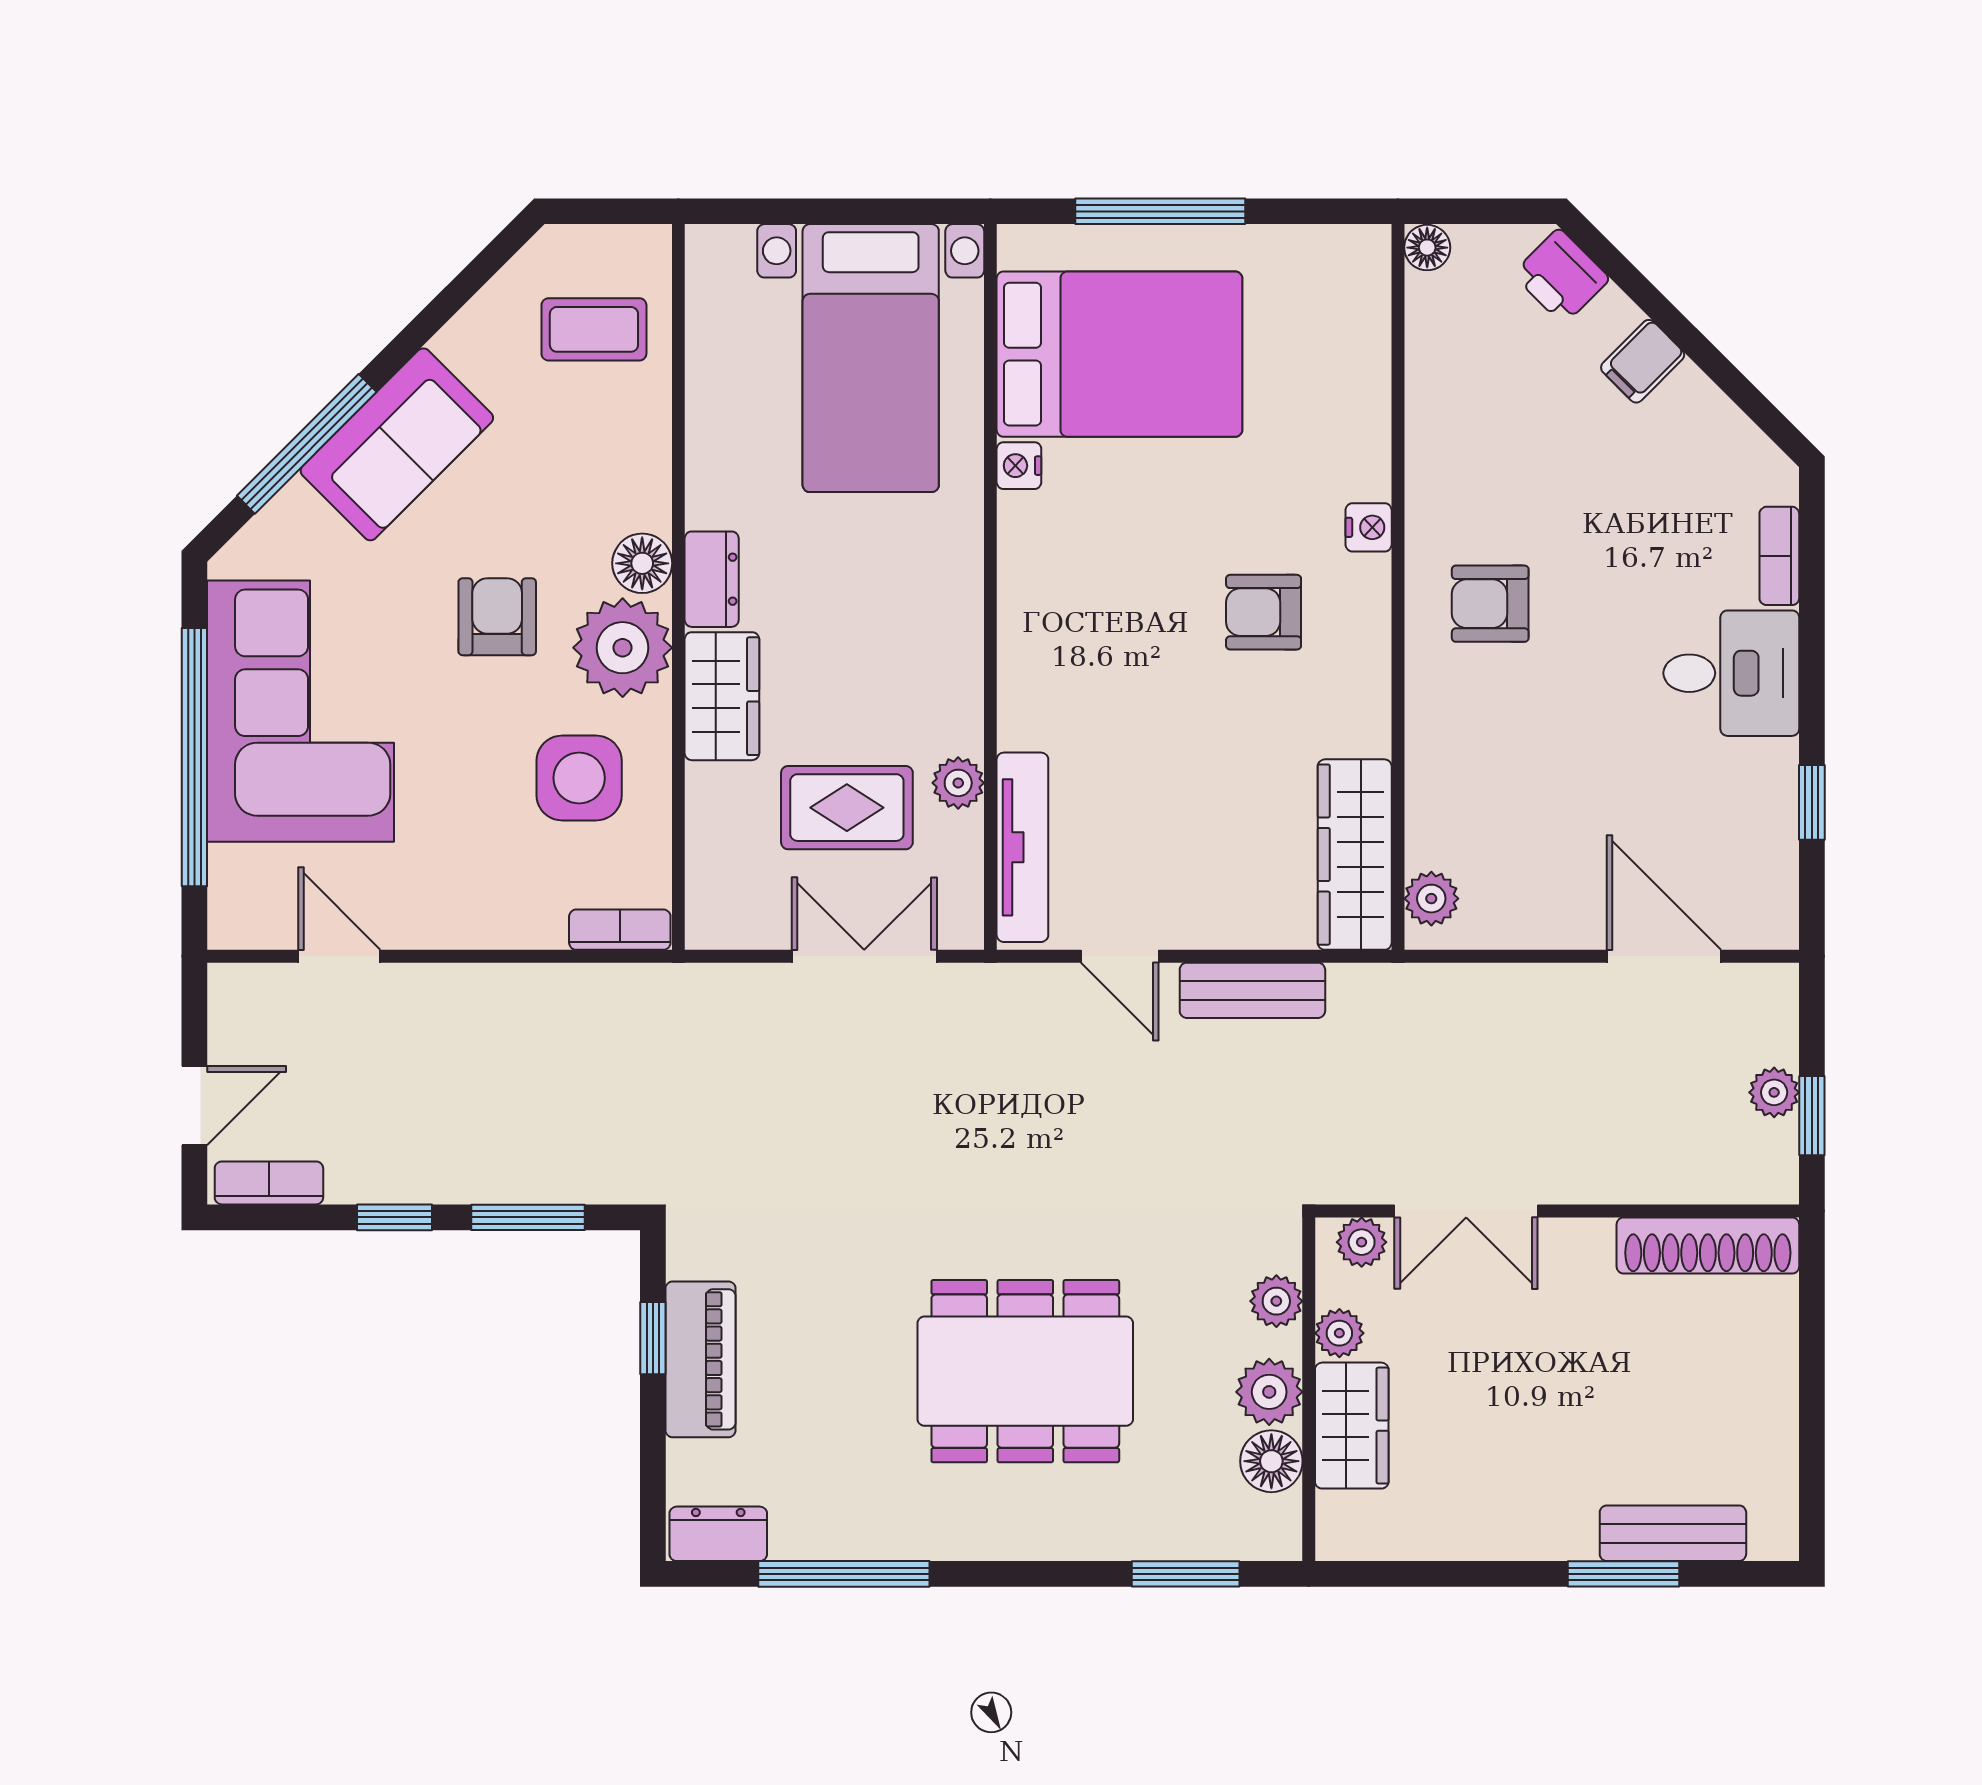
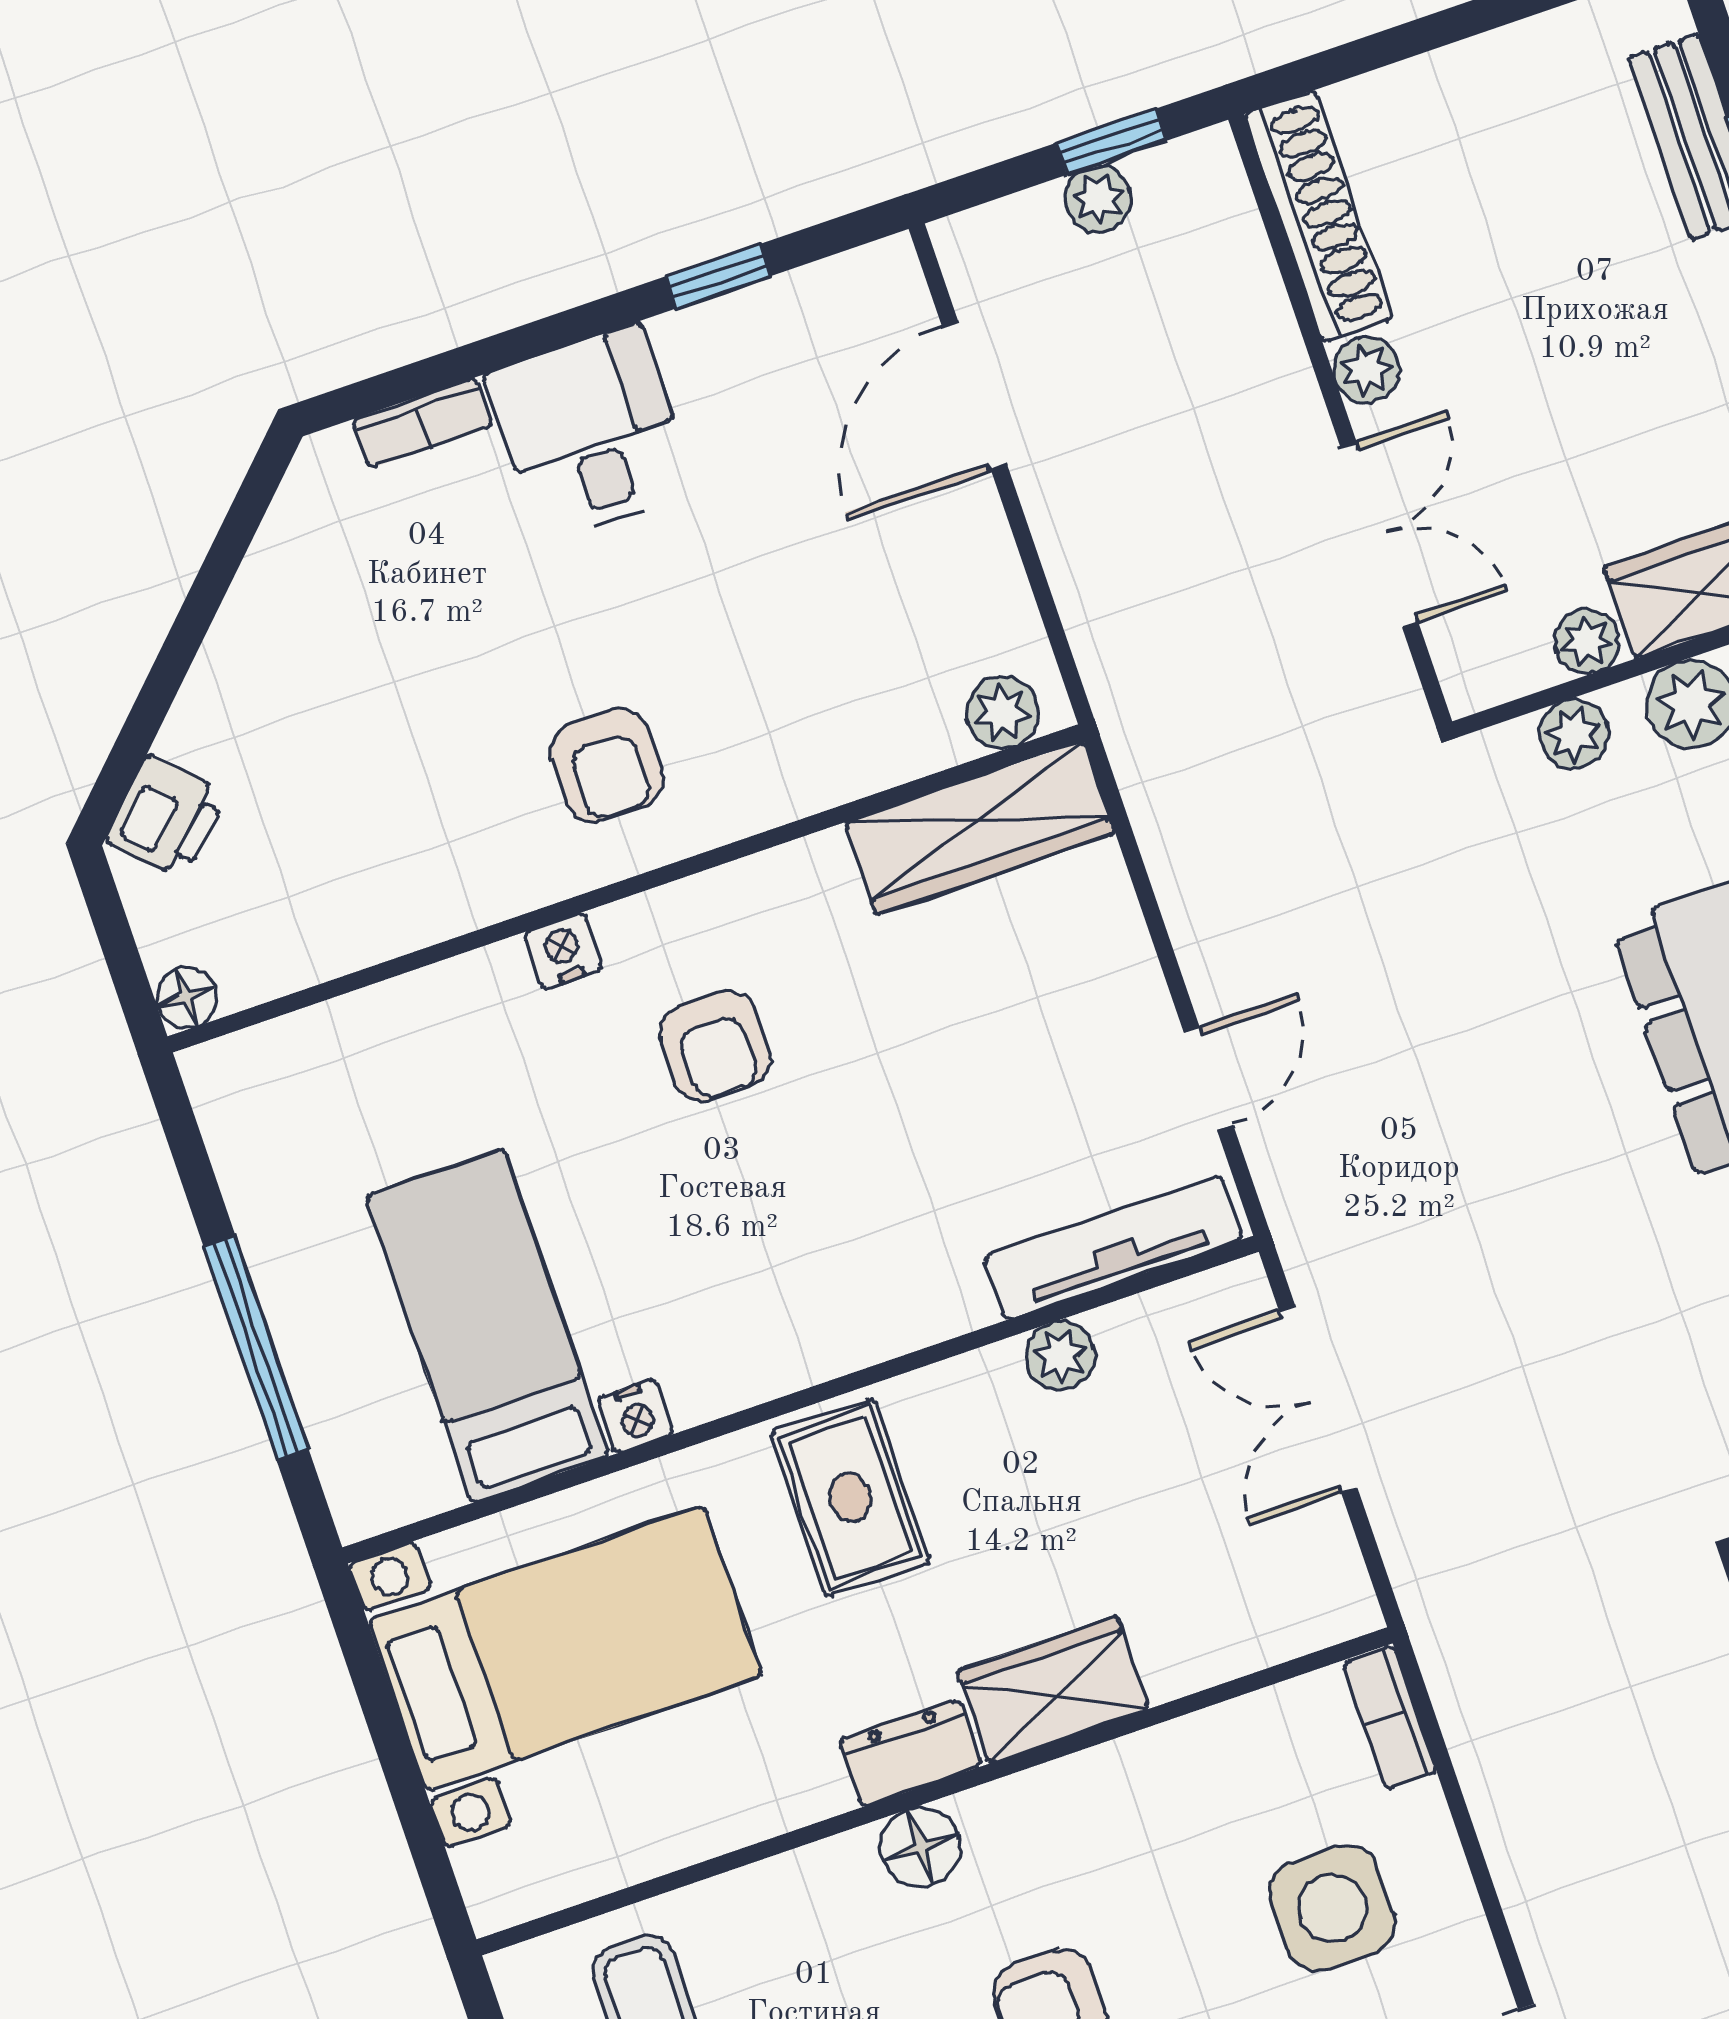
bed: (1119, 354) -> (488, 1326), width x0.67
filing cabinet: (1643, 361) -> (237, 678), removed
plant: (623, 648) -> (1035, 1835), removed
side table: (579, 778) -> (1332, 1908), moved
rug: (847, 808) -> (850, 1497), moved
bench: (1252, 990) -> (1194, 898), removed
plant: (1362, 1242) -> (1367, 370), moved

